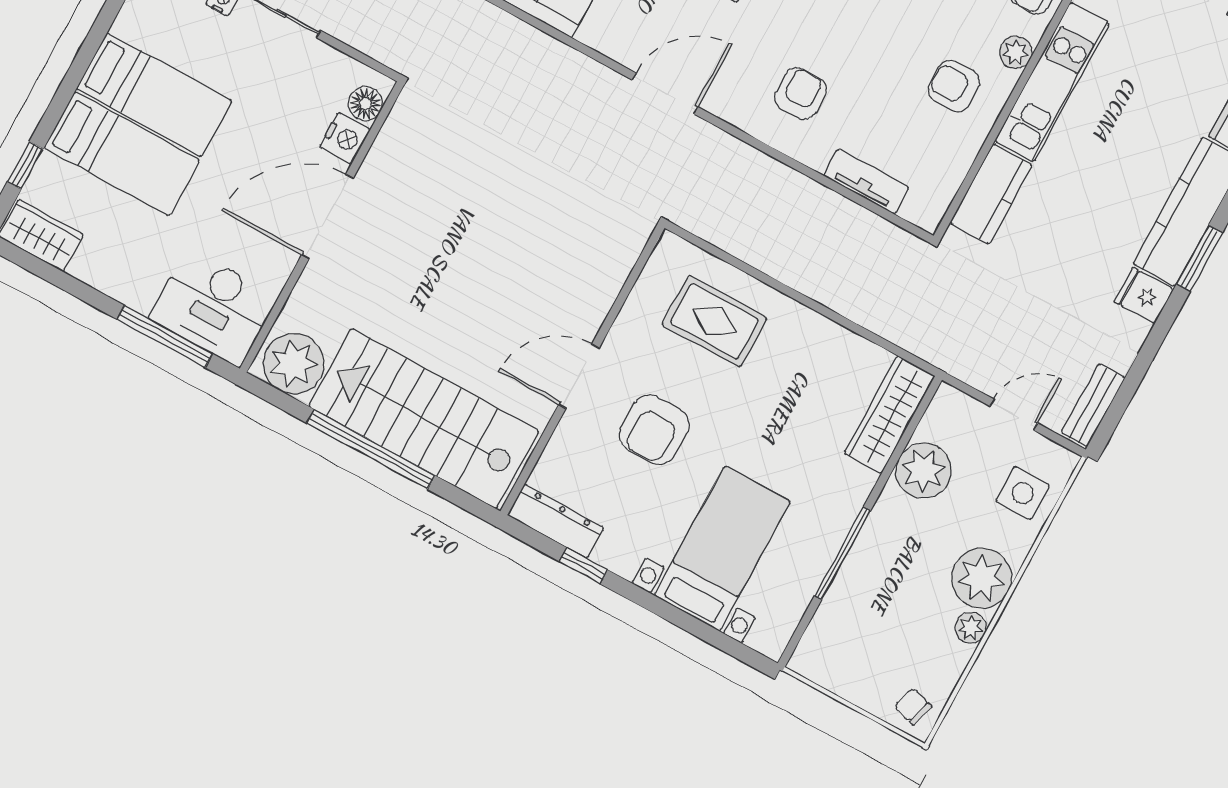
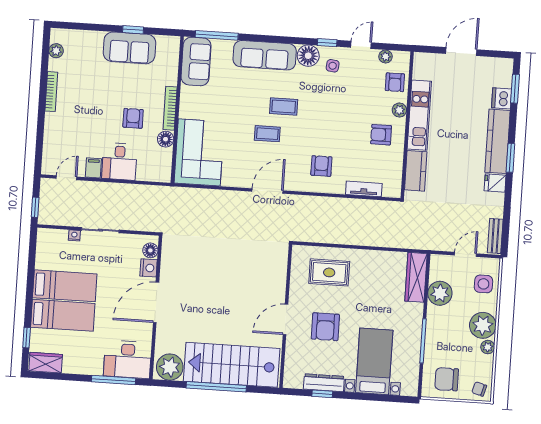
dresser: (556, 521) -> (324, 383), moved
chair: (855, 655) -> (447, 379), added

